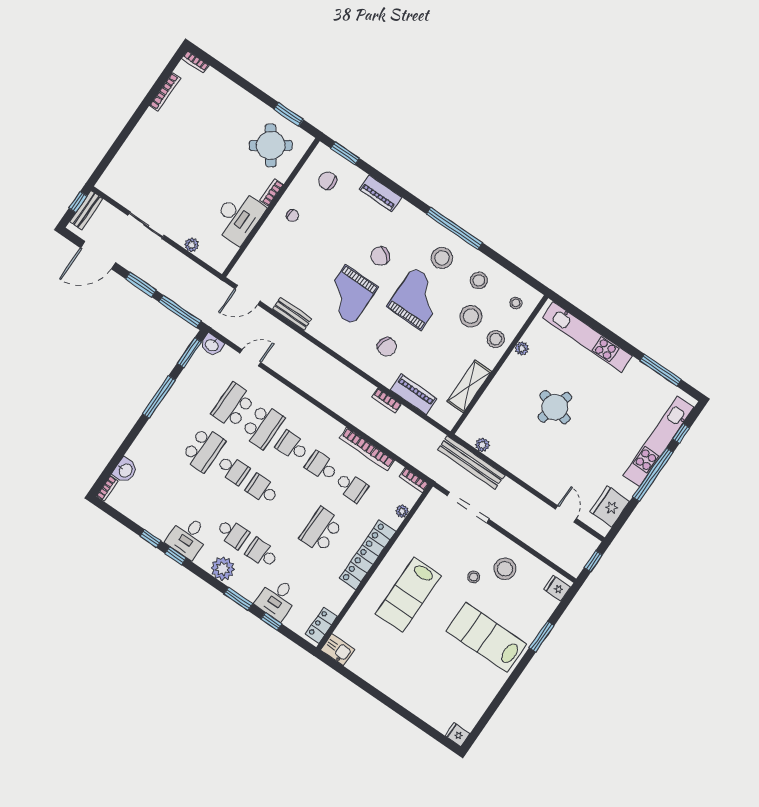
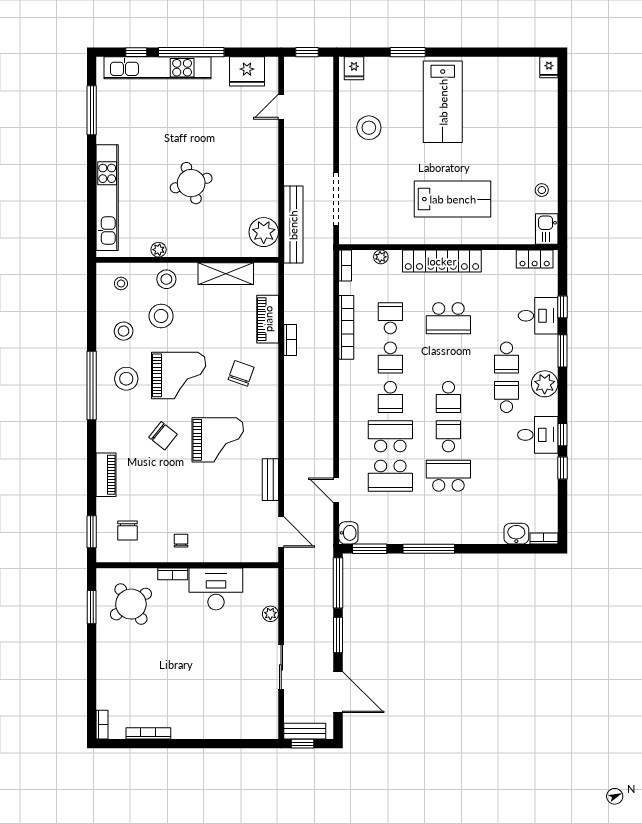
grand piano: (417, 299) -> (179, 375), turned 180
round table: (555, 407) -> (191, 183), turned -32
plant: (482, 445) -> (264, 232), width x1.88, depth x1.88
stool: (474, 577) -> (542, 190), moved

